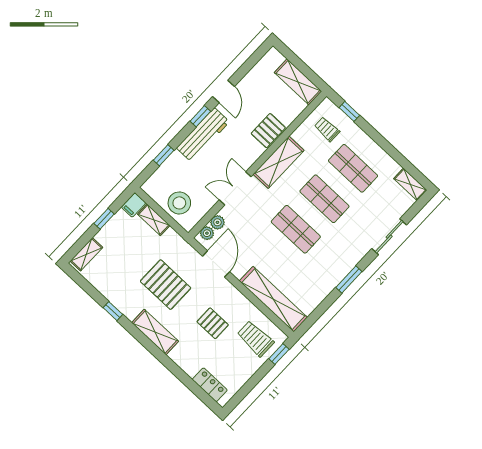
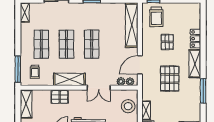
window: (349, 111) -> (18, 69), width x2.17
window: (113, 311) -> (203, 91), width x2.17
locker: (210, 385) -> (195, 39), moved

